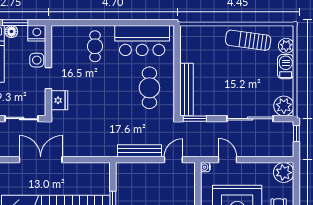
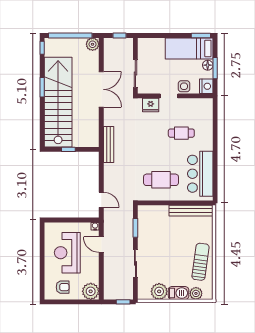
cafe table: (95, 46) -> (181, 133), moved
bench: (187, 90) -> (191, 211), moved
plant: (284, 106) -> (159, 291), moved
window: (195, 119) -> (135, 228), moved
sliding door: (250, 119) -> (135, 263), width x0.73
bench: (140, 151) -> (109, 144), moved
door: (228, 160) -> (101, 245), swing flipped

